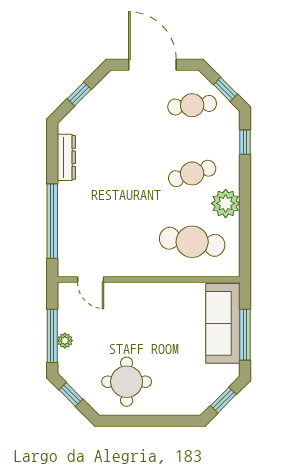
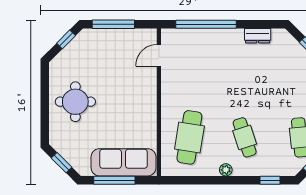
dresser: (66, 157) -> (258, 36), width x0.70
plant: (226, 203) -> (226, 170), width x0.53, depth x0.53
plant: (65, 341) -> (110, 35), removed
round table: (127, 382) -> (75, 102), moved

